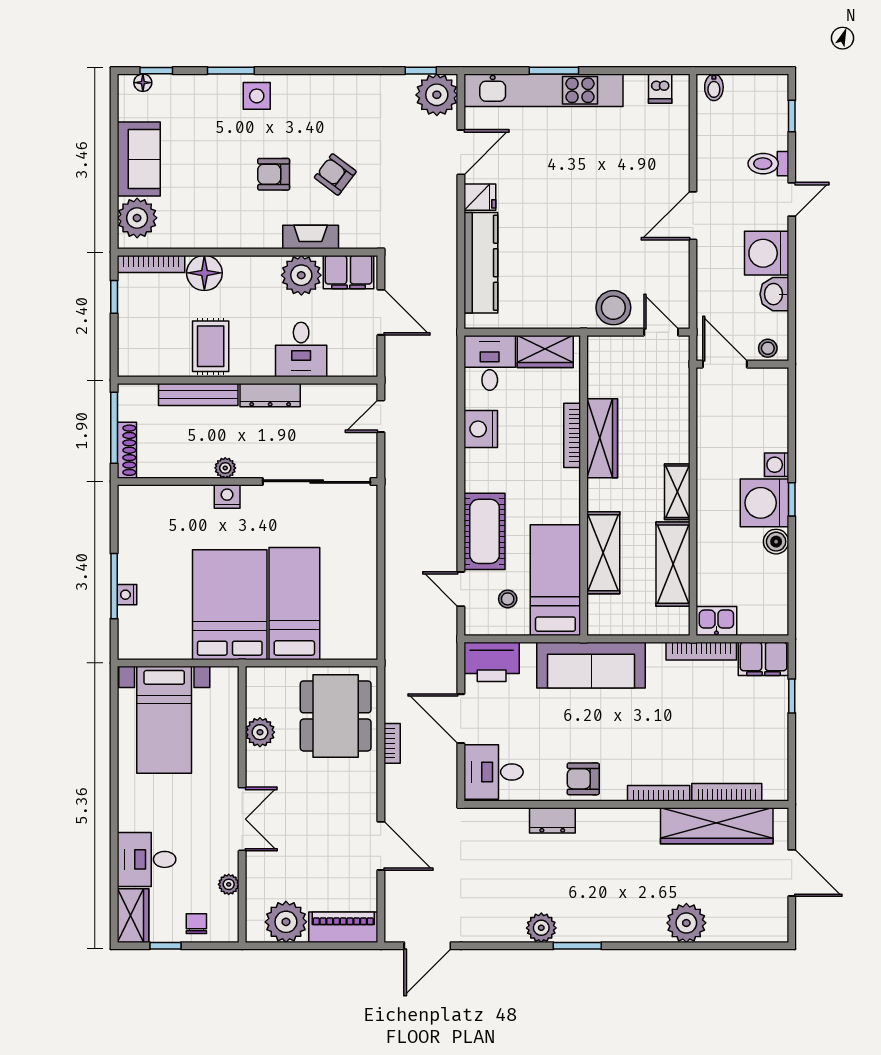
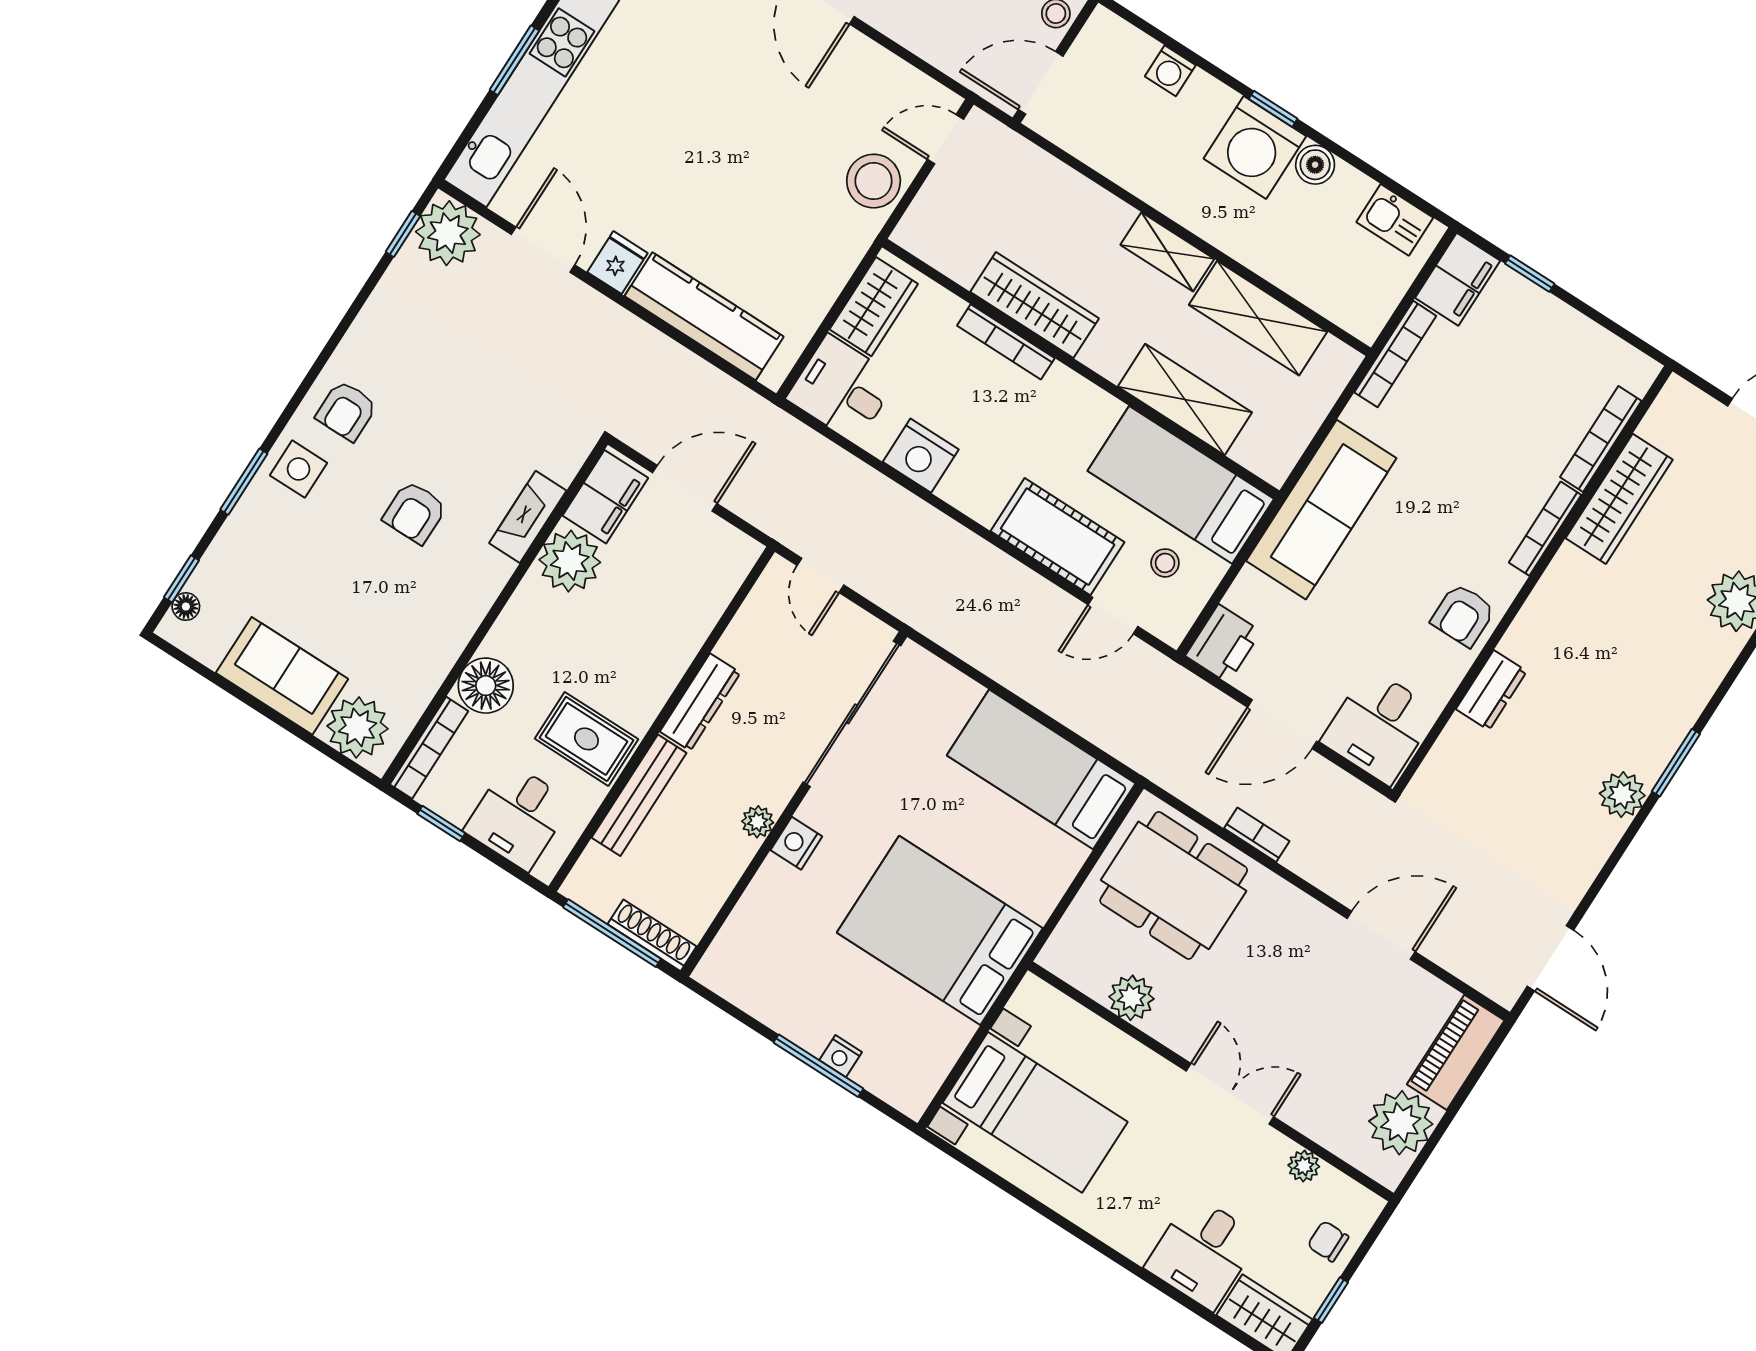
armchair: (335, 174) -> (346, 411), moved, turned -37
desk: (301, 350) -> (518, 816), moved, turned 90
washing machine: (777, 465) -> (1170, 71), moved
bed: (294, 604) -> (1041, 769), moved
kitchen sink: (716, 621) -> (1395, 220), moved, turned -90
printer: (492, 662) -> (1223, 644), width x0.73, depth x0.84
wardrobe: (717, 826) -> (1619, 499), width x0.71, depth x0.85

